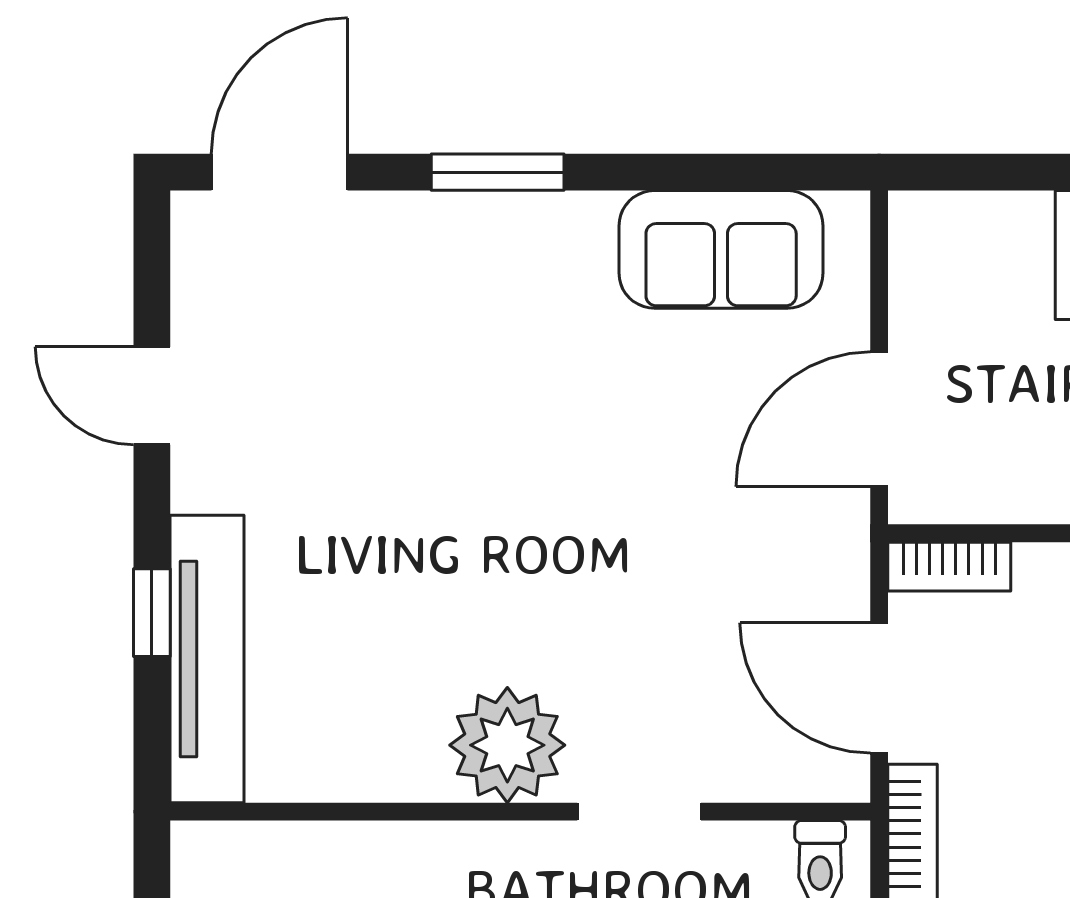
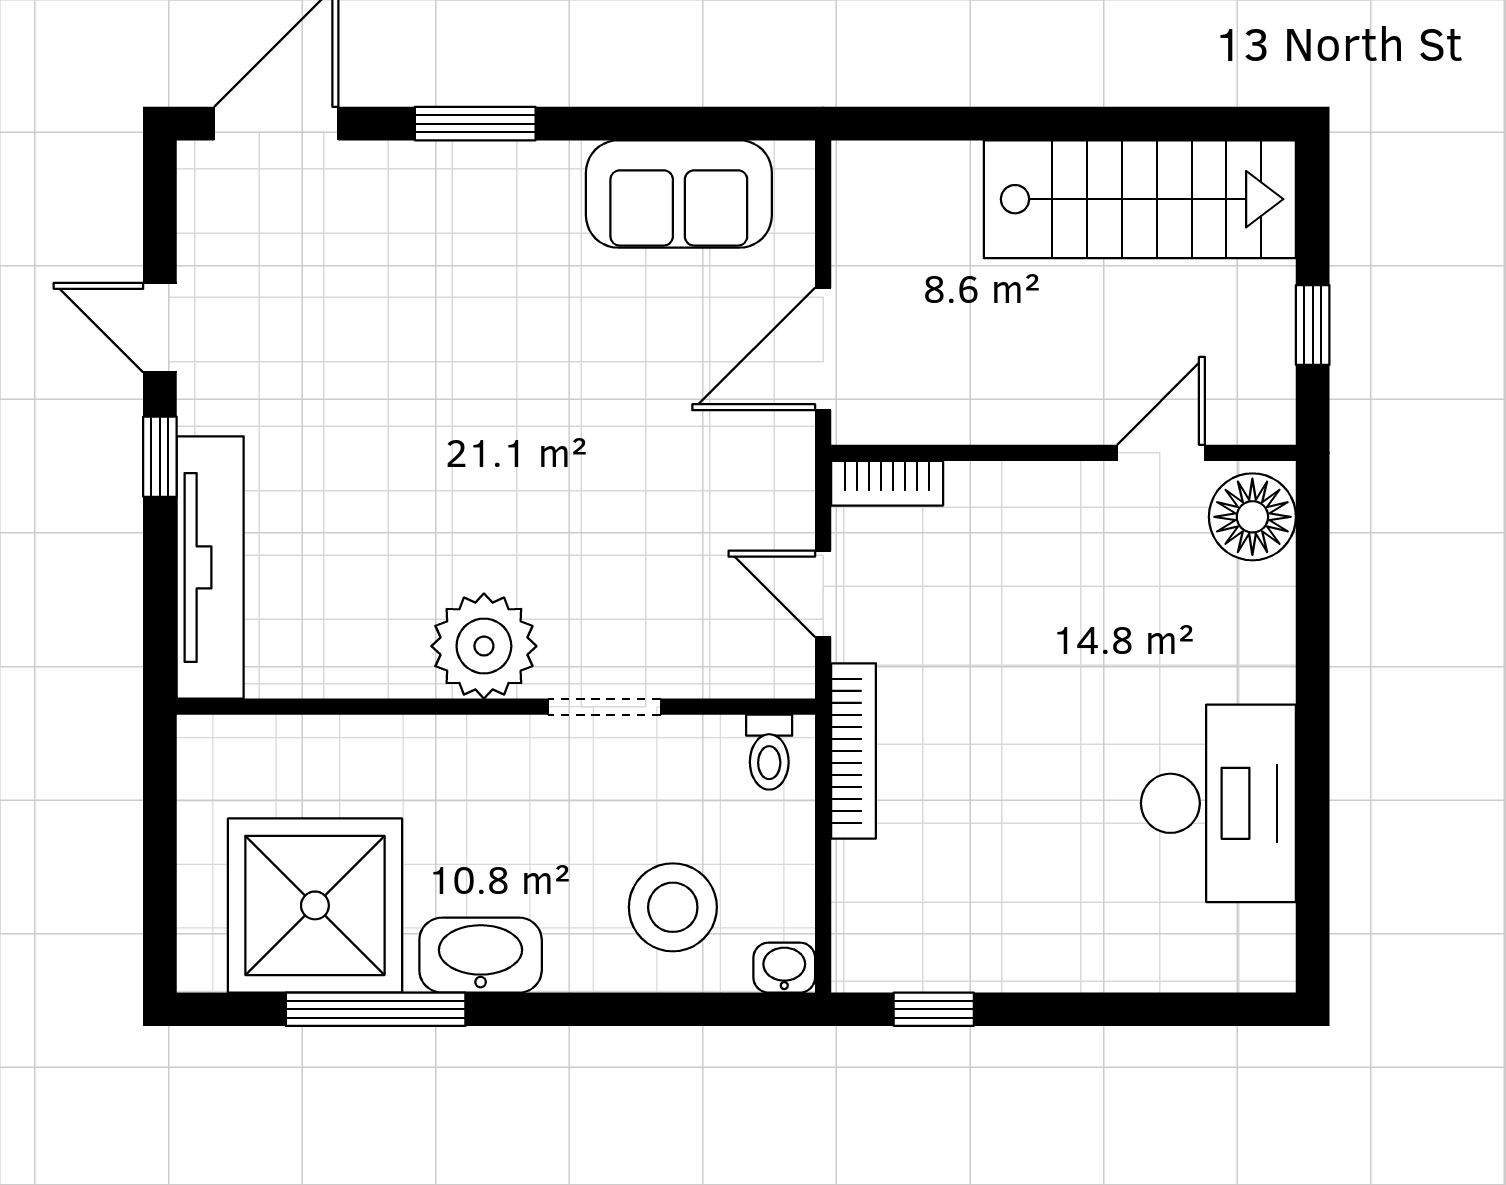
window: (152, 613) -> (160, 457), moved
door: (879, 688) -> (823, 594), width x0.73

